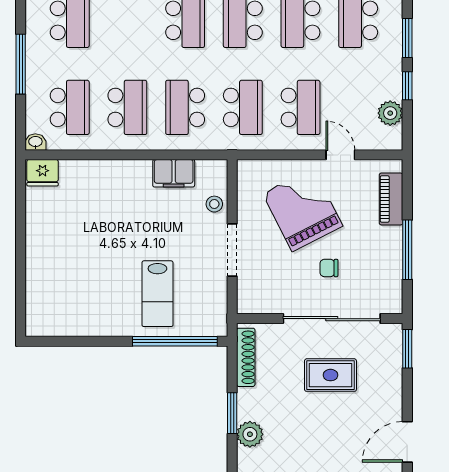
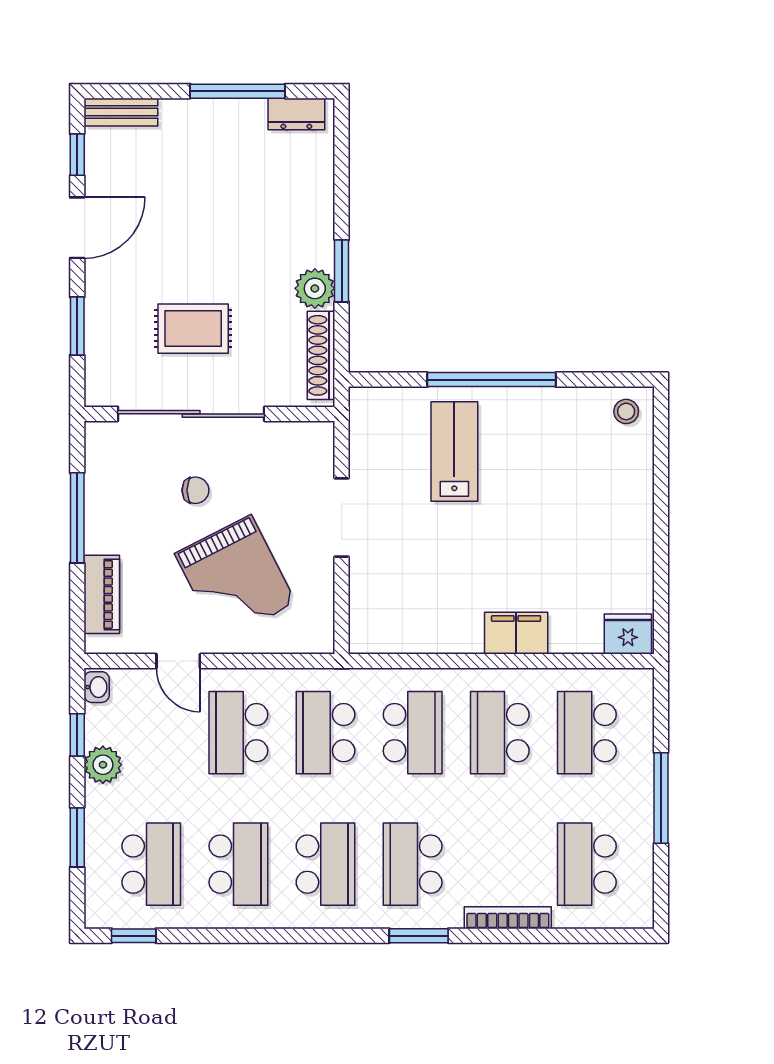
window: (407, 86) -> (77, 735), moved
plant: (390, 113) -> (103, 765), moved
washbasin: (35, 142) -> (97, 687), moved, turned -90
filing cabinet: (174, 173) -> (516, 633), moved
stool: (214, 204) -> (626, 411), moved
window: (175, 341) -> (492, 380), moved
window: (407, 349) -> (77, 326), moved
plant: (250, 434) -> (315, 288), moved

